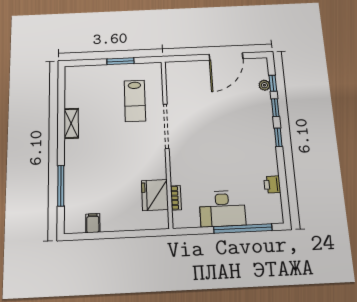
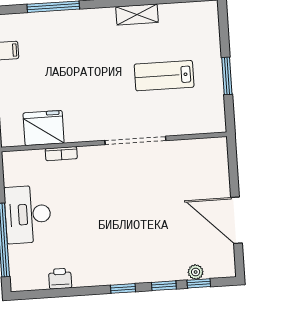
lab bench: (135, 101) -> (164, 76), moved
bookcase: (176, 198) -> (61, 154), moved

